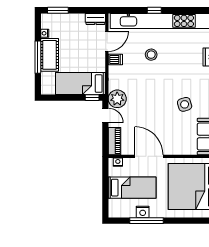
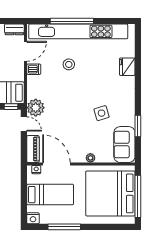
window: (154, 10) -> (72, 21), width x3.17
plant: (173, 150) -> (90, 158), added
door: (149, 156) -> (56, 164), moved
nightstand: (143, 212) -> (33, 218), moved

